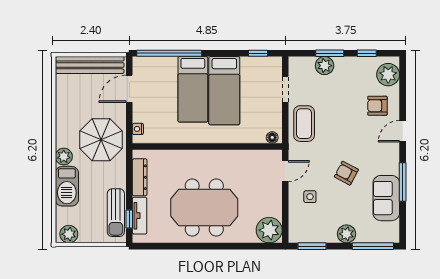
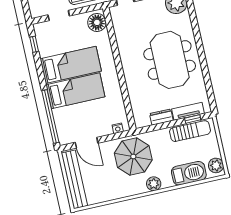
floor lamp: (272, 137) -> (97, 22), width x1.89, depth x1.89
dresser: (140, 177) -> (161, 117), width x0.70
barbecue: (67, 186) -> (189, 173), moved

